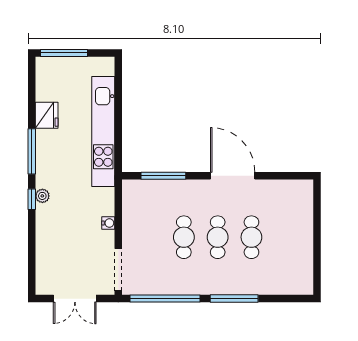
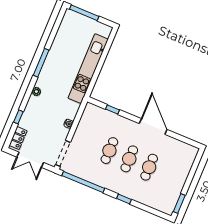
fridge: (47, 115) -> (59, 45), removed
window: (163, 176) -> (113, 109), width x0.46
window: (32, 199) -> (18, 117), moved
window: (317, 272) -> (179, 204), added
locker: (44, 274) -> (18, 138), added
window: (234, 299) -> (124, 199), width x0.46

